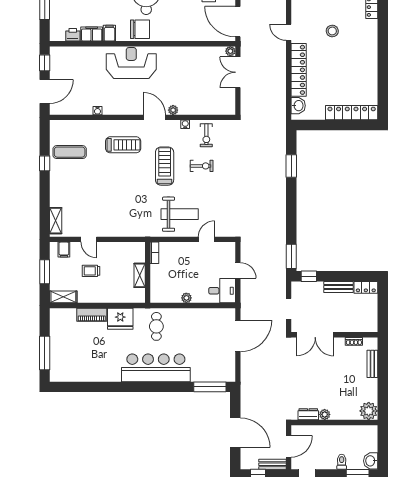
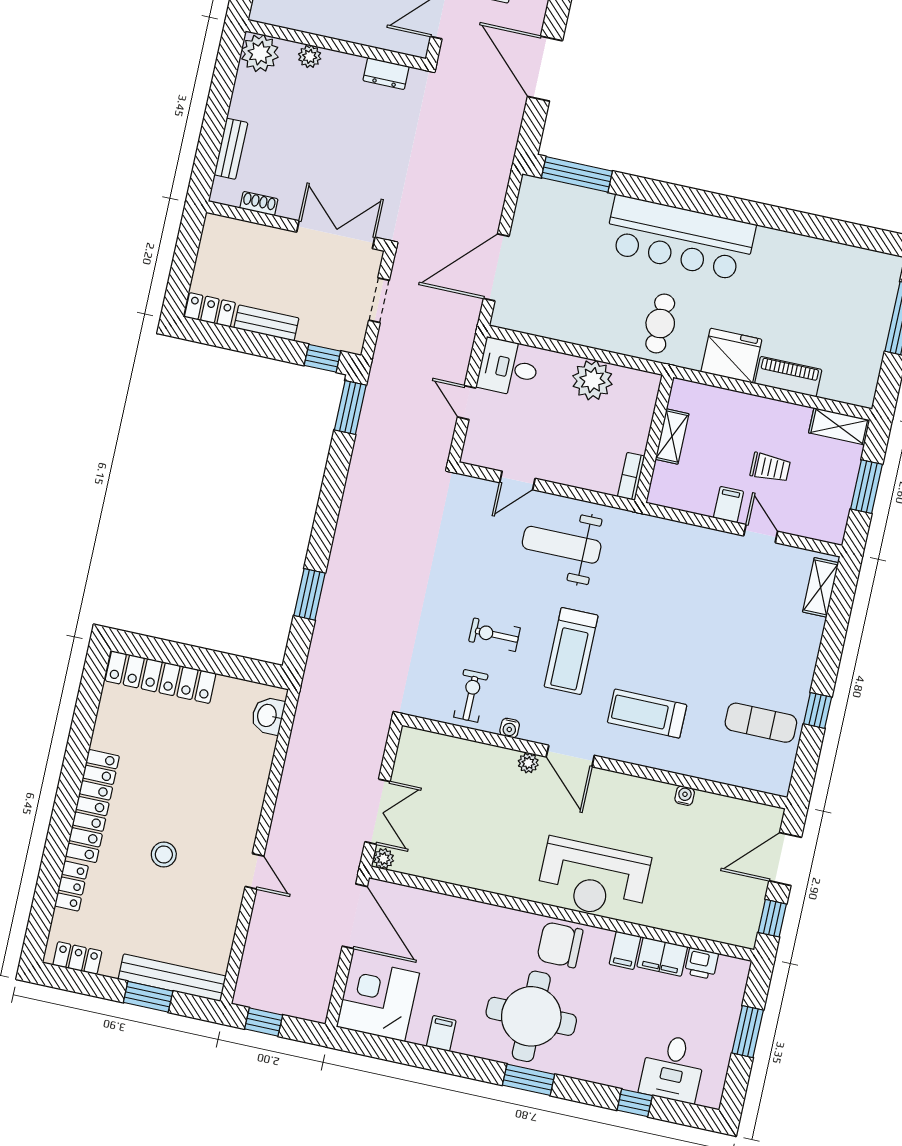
locker: (299, 70) -> (92, 806), moved, turned 180
filing cabinet: (64, 250) -> (729, 505), moved
plant: (186, 298) -> (592, 380), width x1.88, depth x1.88
plant: (325, 414) -> (310, 56), moved

